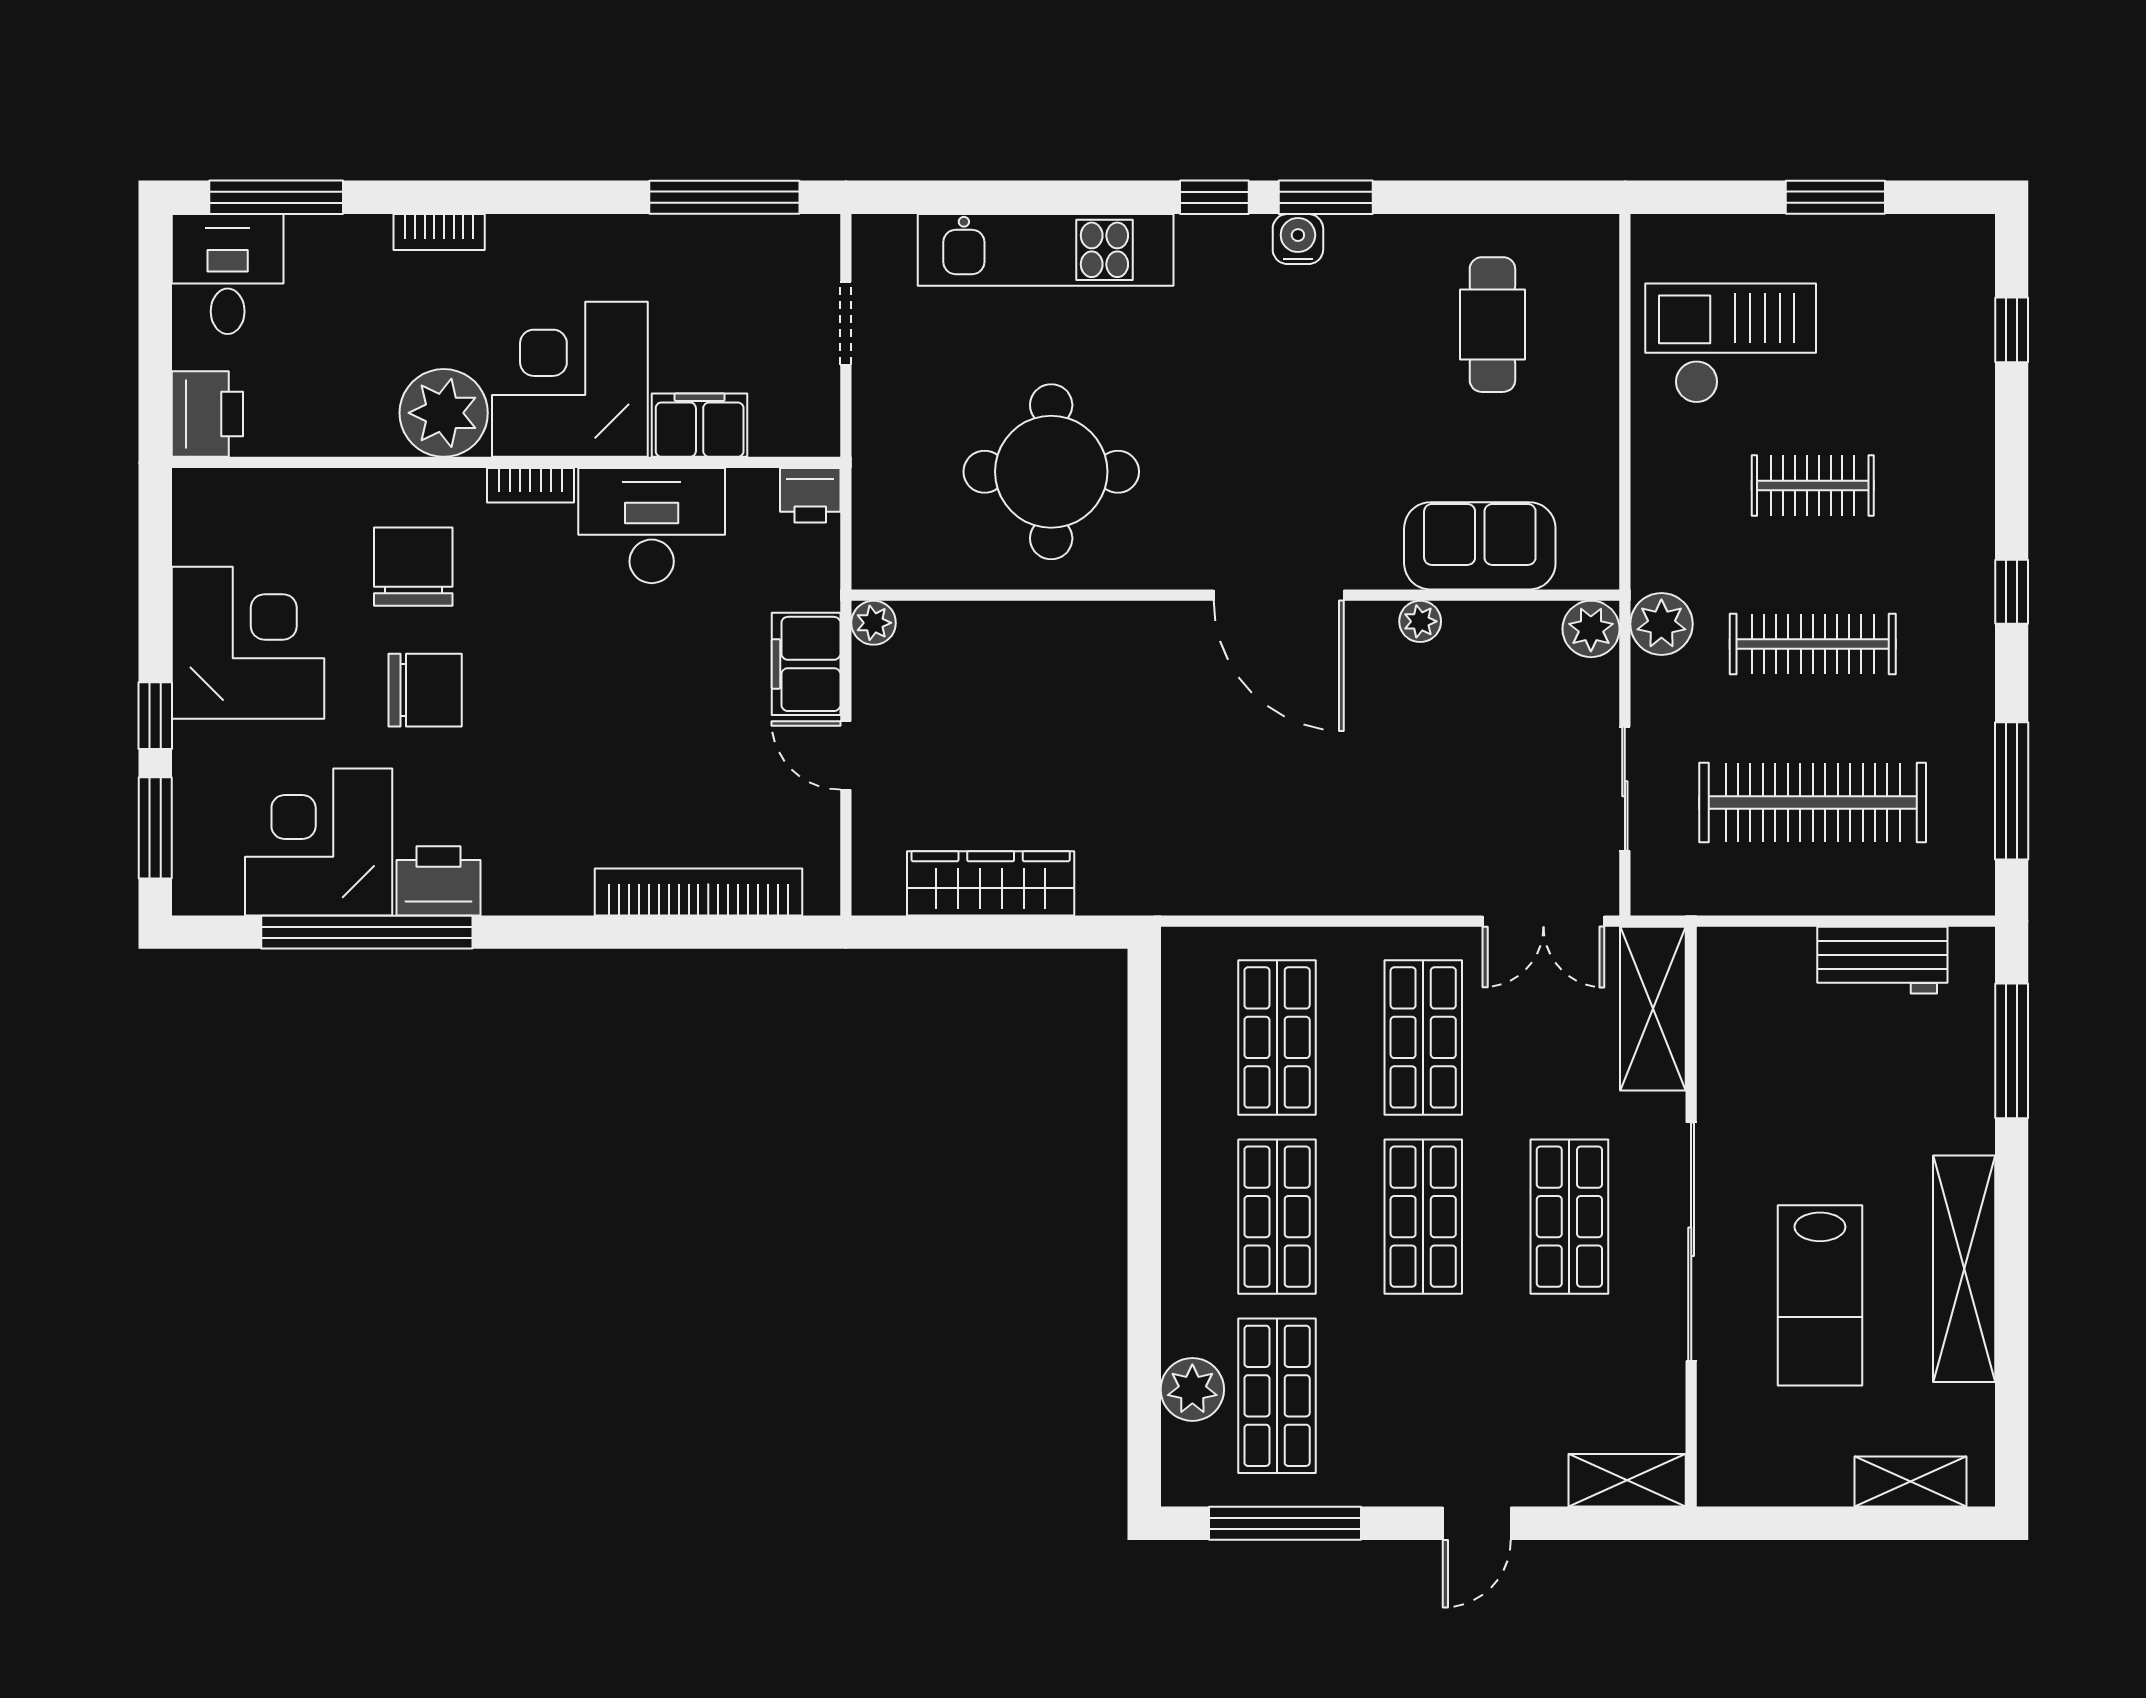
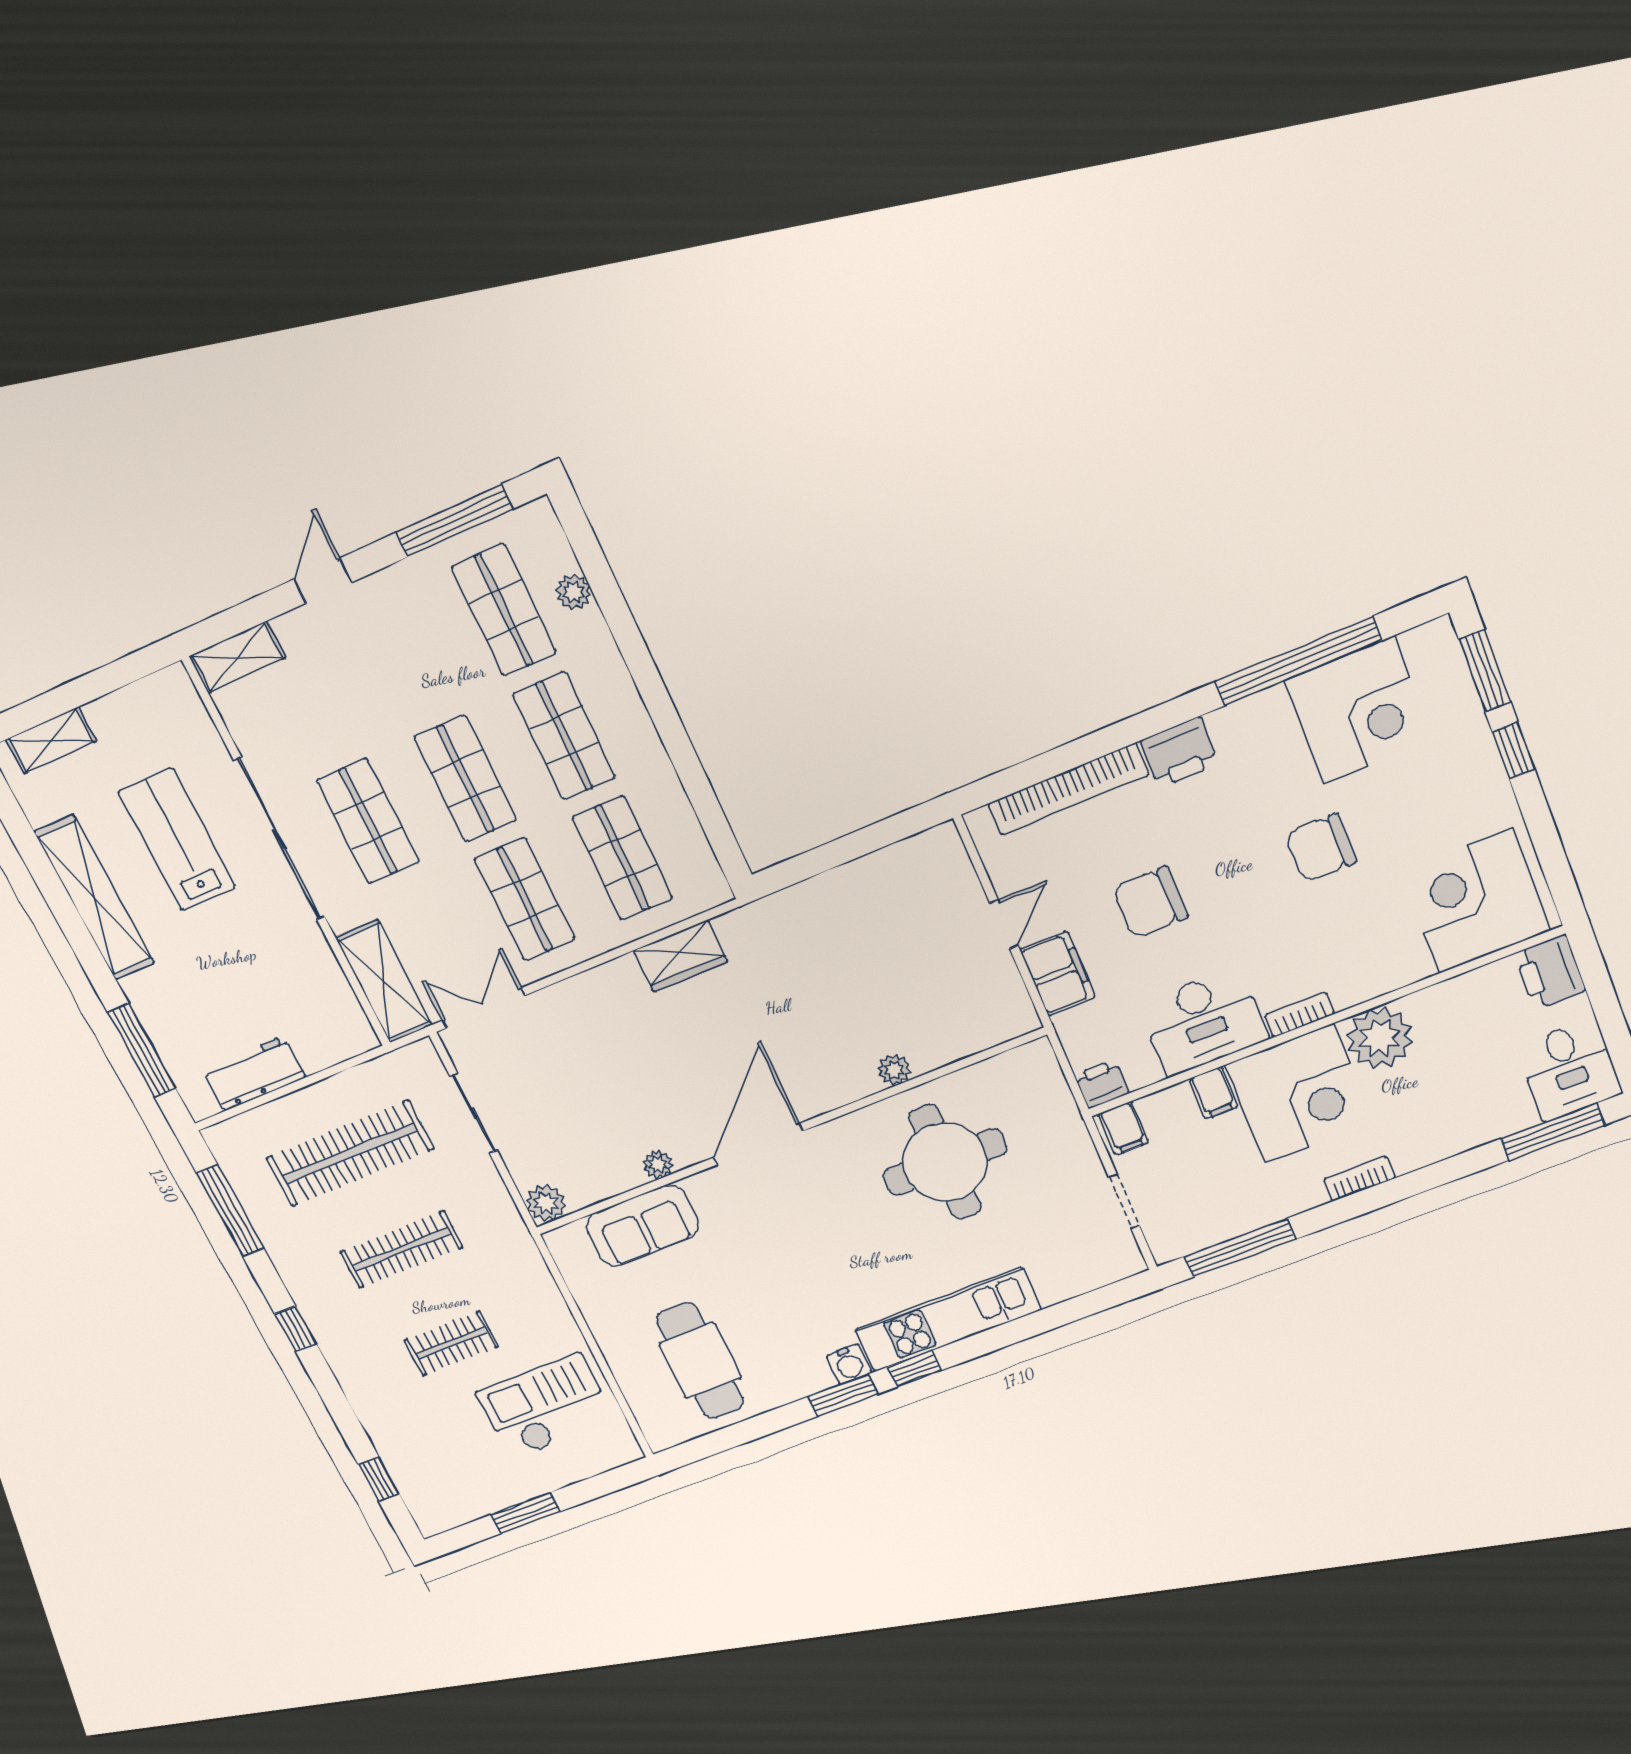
bookcase: (439, 232) -> (1359, 1179), moved
kitchen unit: (1046, 250) -> (948, 1320), moved
cafe table: (1492, 325) -> (700, 1361), width x1.37, depth x1.35
checkout: (1731, 343) -> (546, 1406), turned 180
filing cabinet: (807, 424) -> (1123, 1128), added
filing cabinet: (700, 425) -> (1214, 1093), width x0.50
chair: (413, 567) -> (1151, 902), moved, turned 90
door: (1279, 595) -> (758, 1144), hinge flipped
plant: (874, 623) -> (894, 1070), moved
plant: (1661, 624) -> (503, 1224), removed
corner desk: (248, 643) -> (1475, 901), moved, turned 90
door: (846, 755) -> (1004, 924), hinge flipped
printer: (438, 881) -> (1179, 753), moved
wardrobe: (991, 883) -> (681, 956), moved, width x0.67
plant: (1192, 1389) -> (574, 592), width x0.73, depth x0.73

